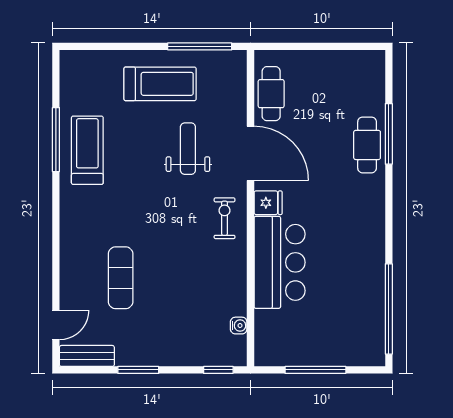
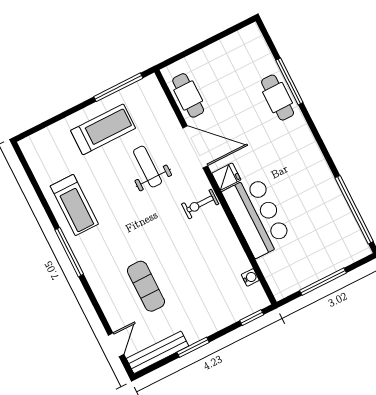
window: (56, 140) -> (69, 252), moved
treadmill: (87, 150) -> (74, 205), turned 180
exercise bike: (225, 218) -> (200, 204), turned -90
bench: (87, 356) -> (158, 352), width x1.36

